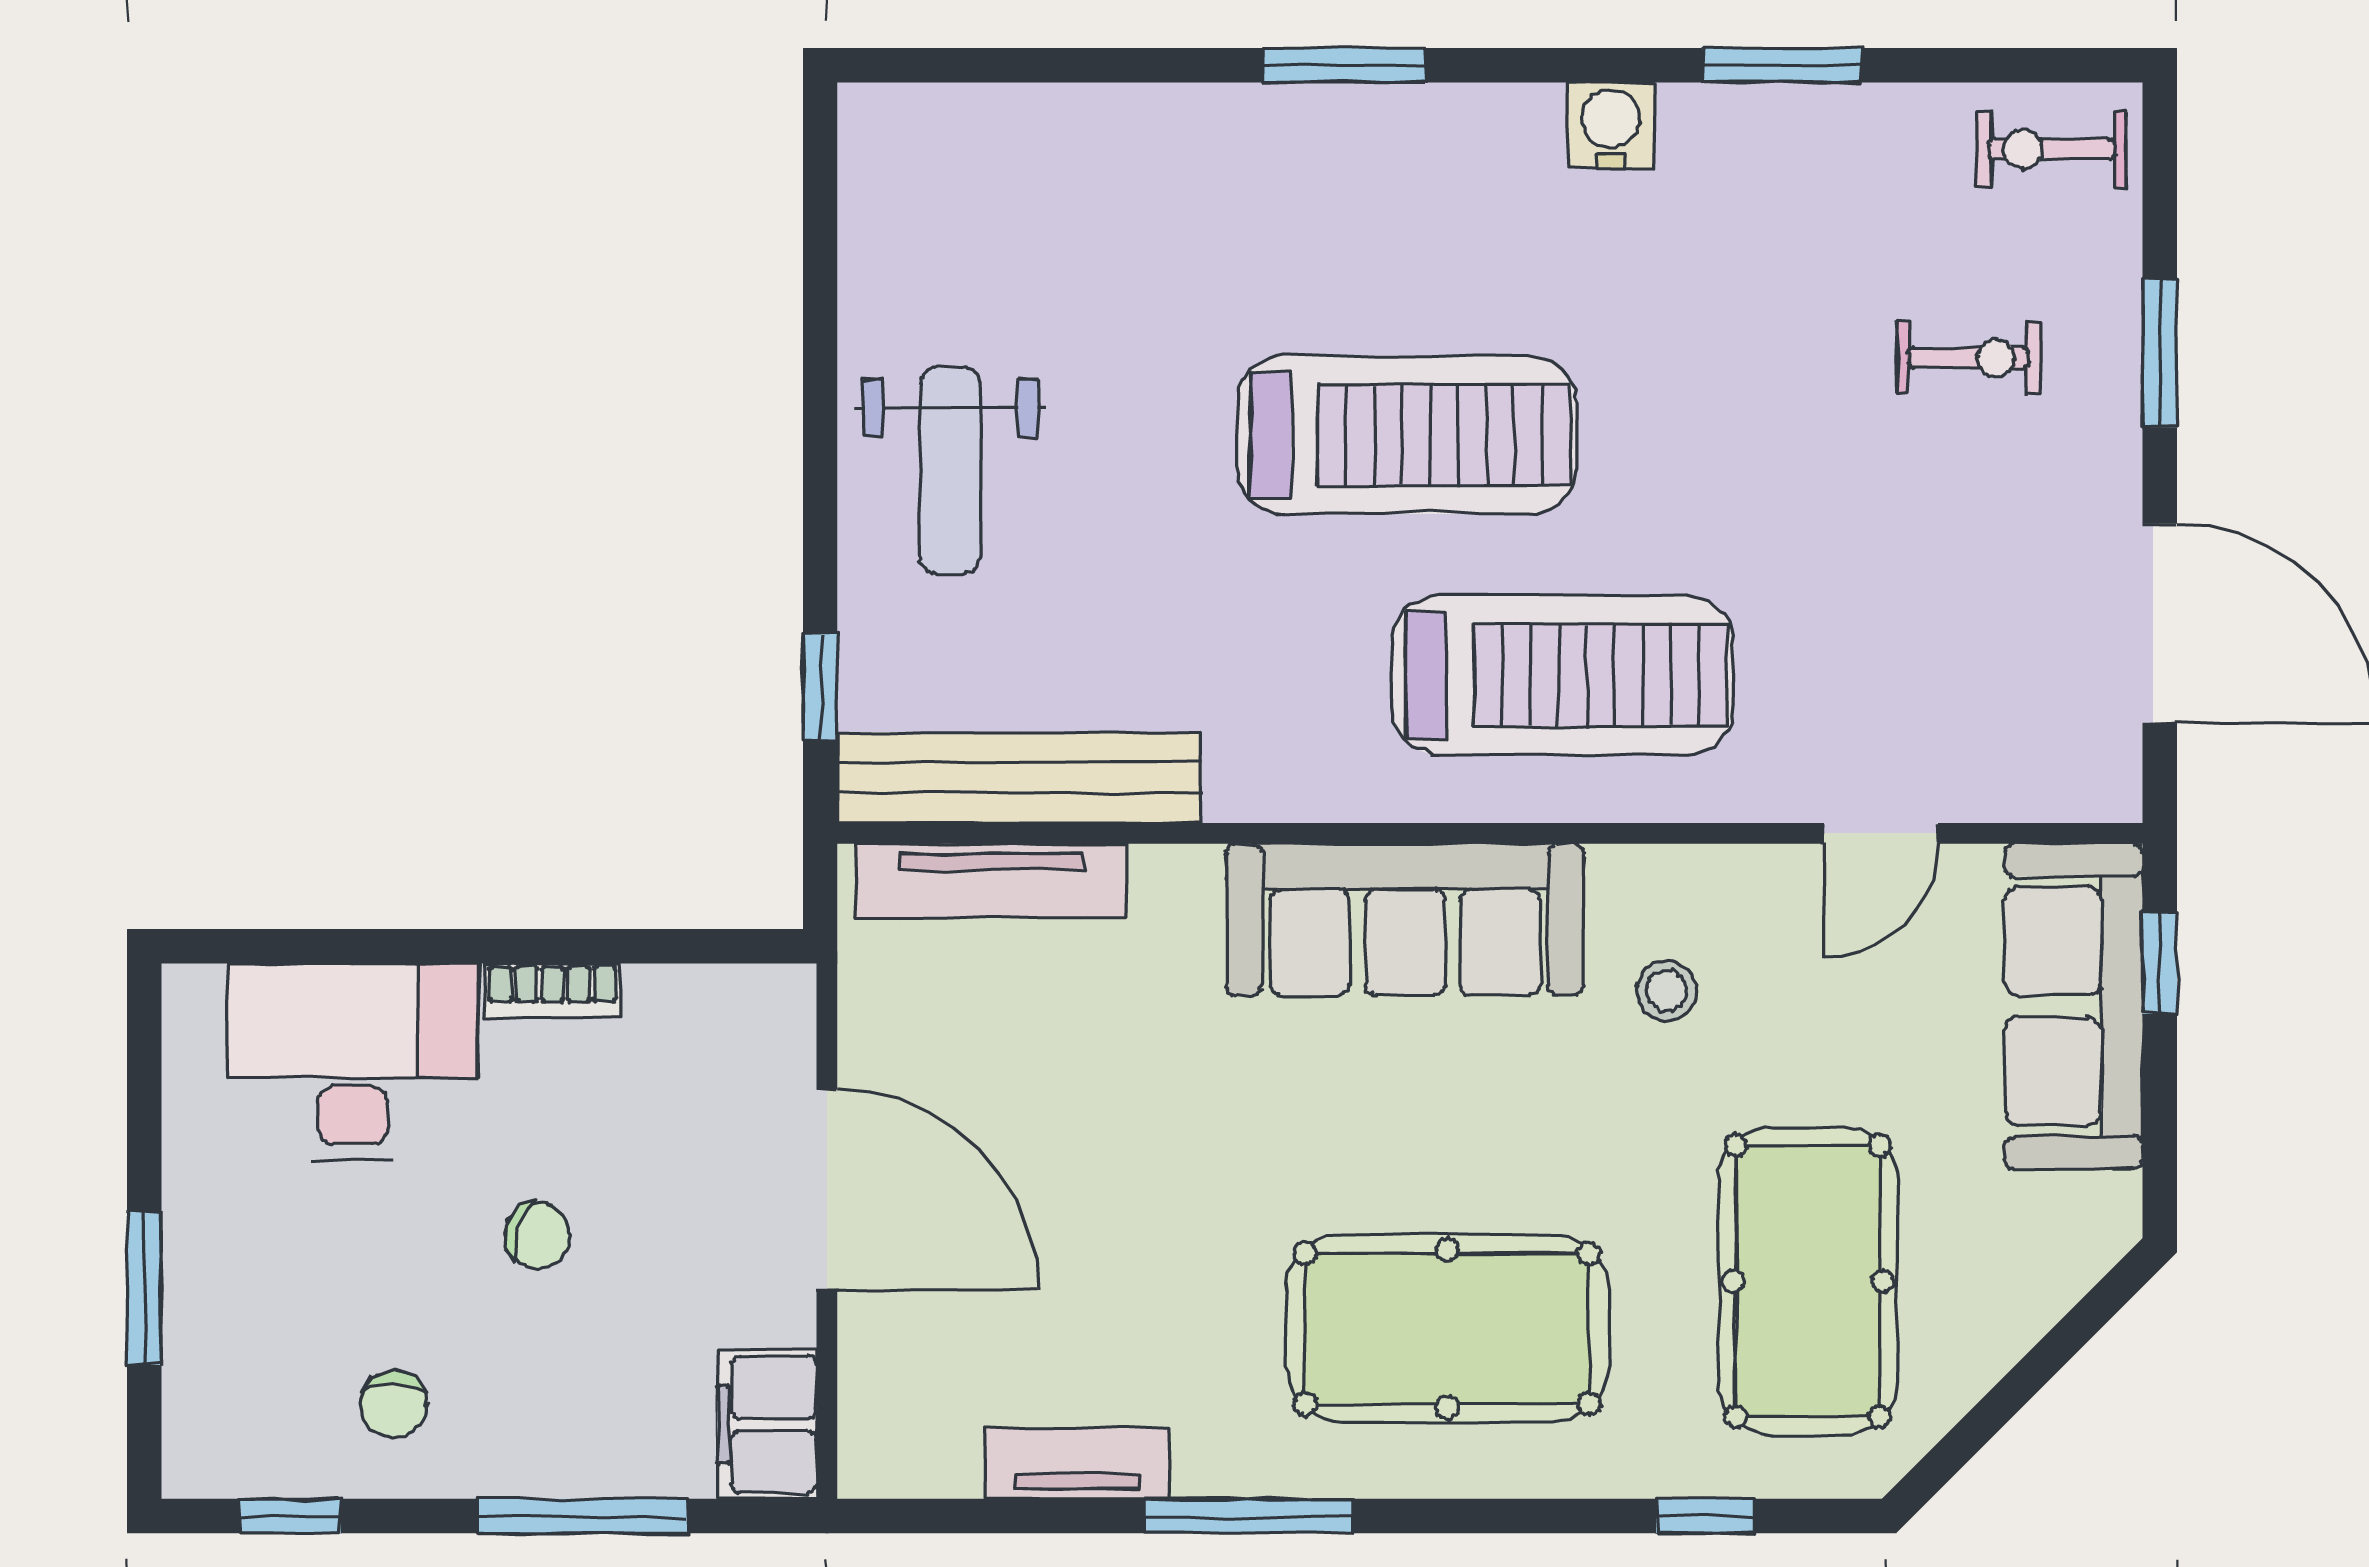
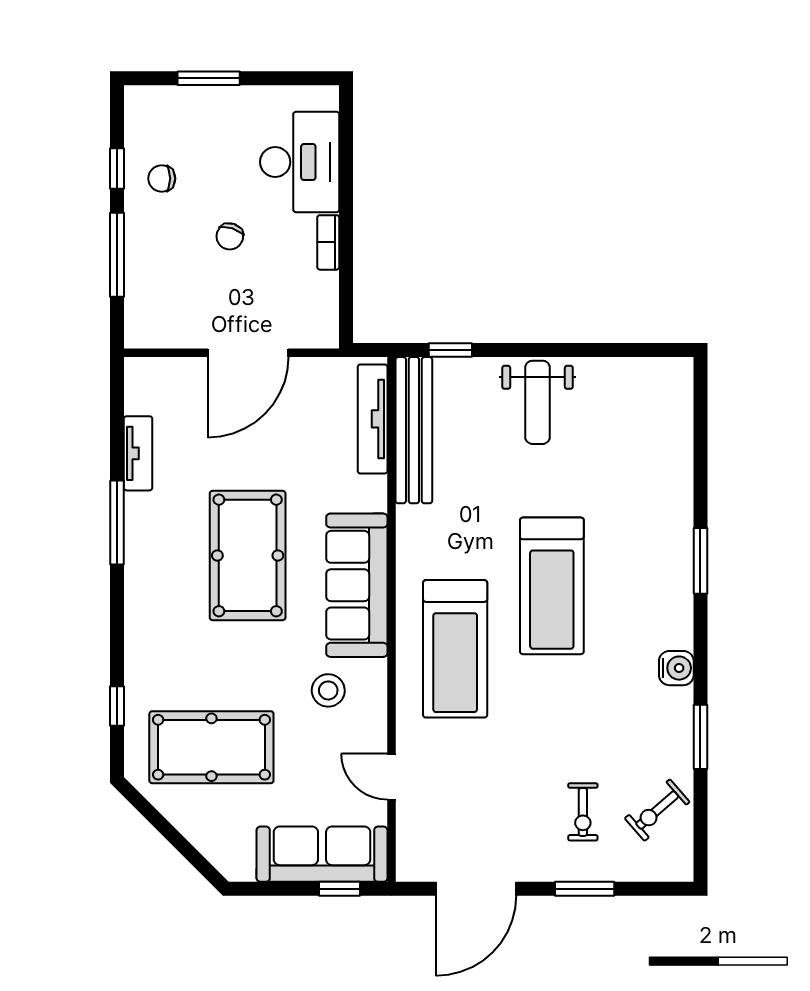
exercise bike: (2051, 149) -> (657, 810), moved, turned -131
weight bench: (950, 470) -> (538, 402), turned -90
stool: (1667, 991) -> (328, 690), width x1.37, depth x1.37
pool table: (1447, 1329) -> (248, 555), moved
filing cabinet: (767, 1425) -> (154, 329), removed
window: (290, 1516) -> (117, 169), moved

